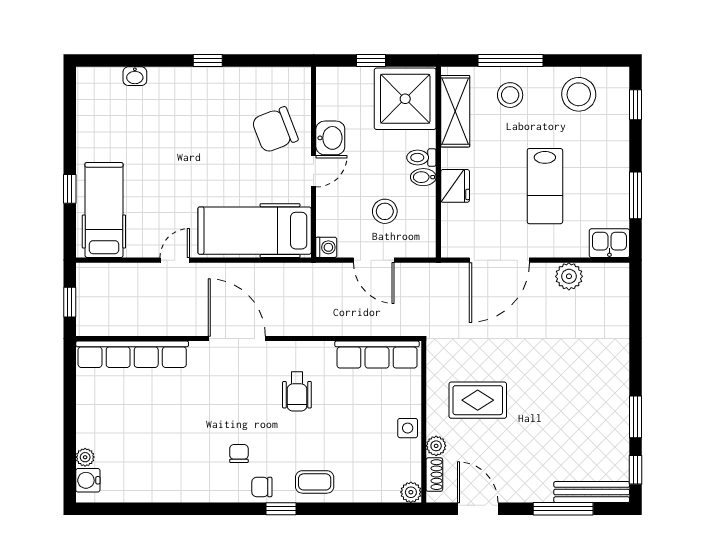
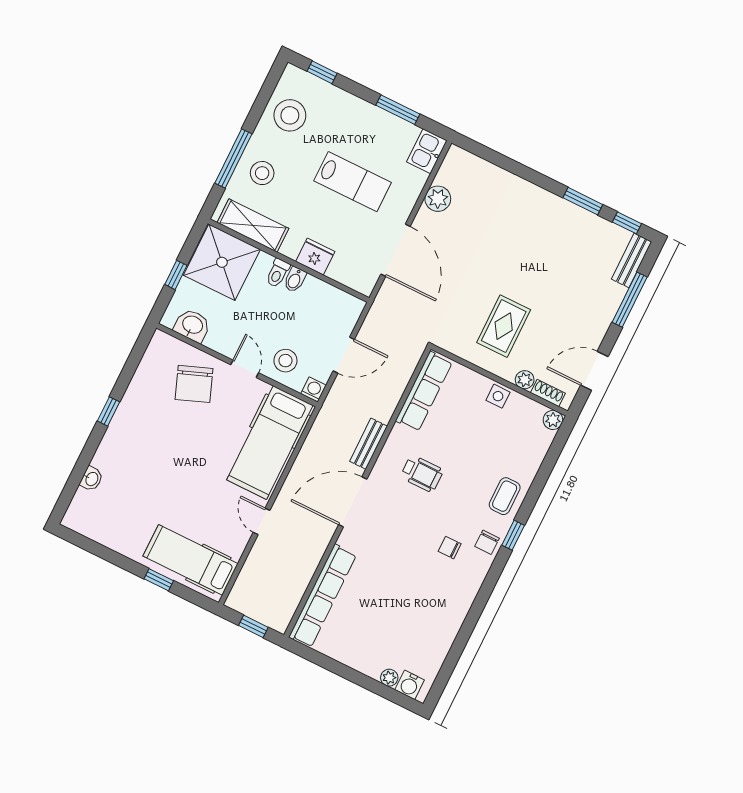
washbasin: (330, 138) -> (192, 325), moved
stool: (385, 211) -> (285, 361), moved
bench: (300, 326) -> (369, 444), added
bench: (592, 492) -> (632, 260), width x0.73

